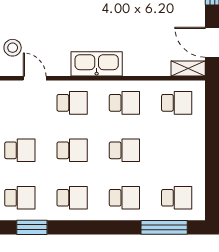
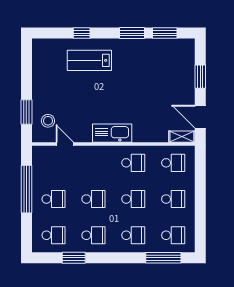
school desk: (72, 103) -> (173, 199), moved
window: (32, 227) -> (74, 258), moved

